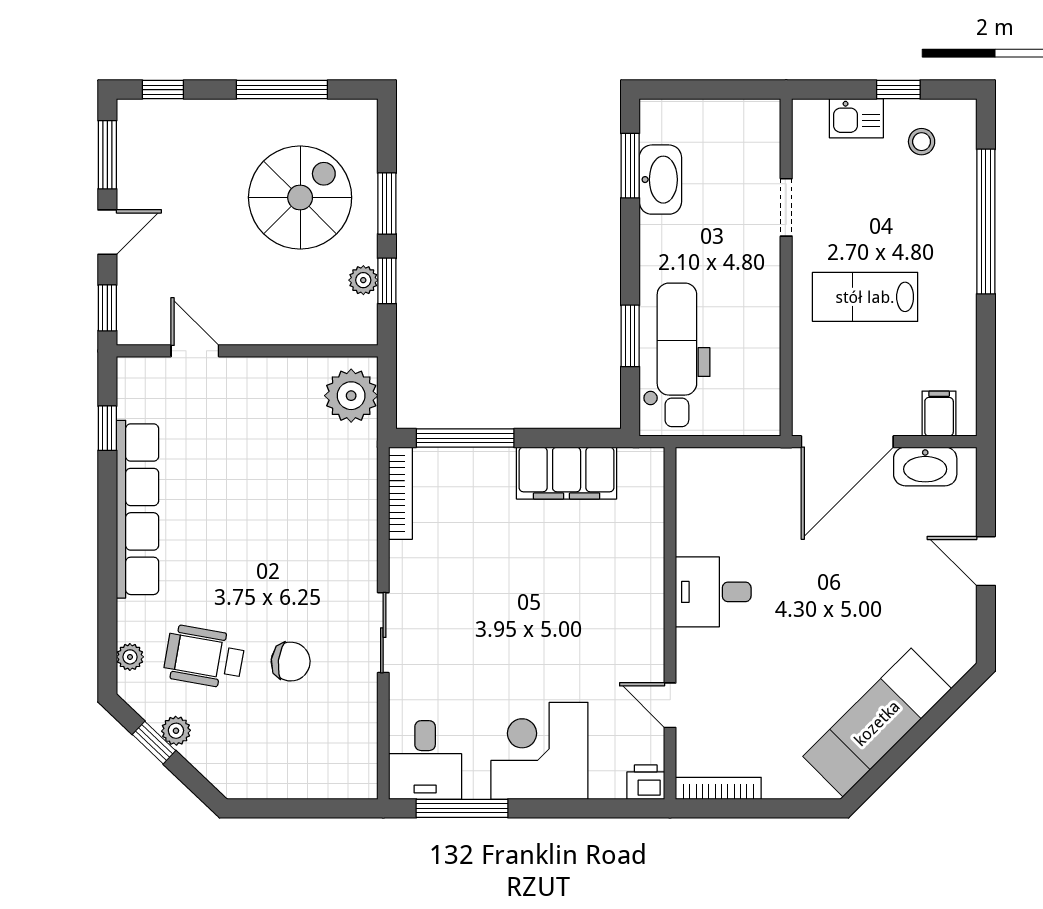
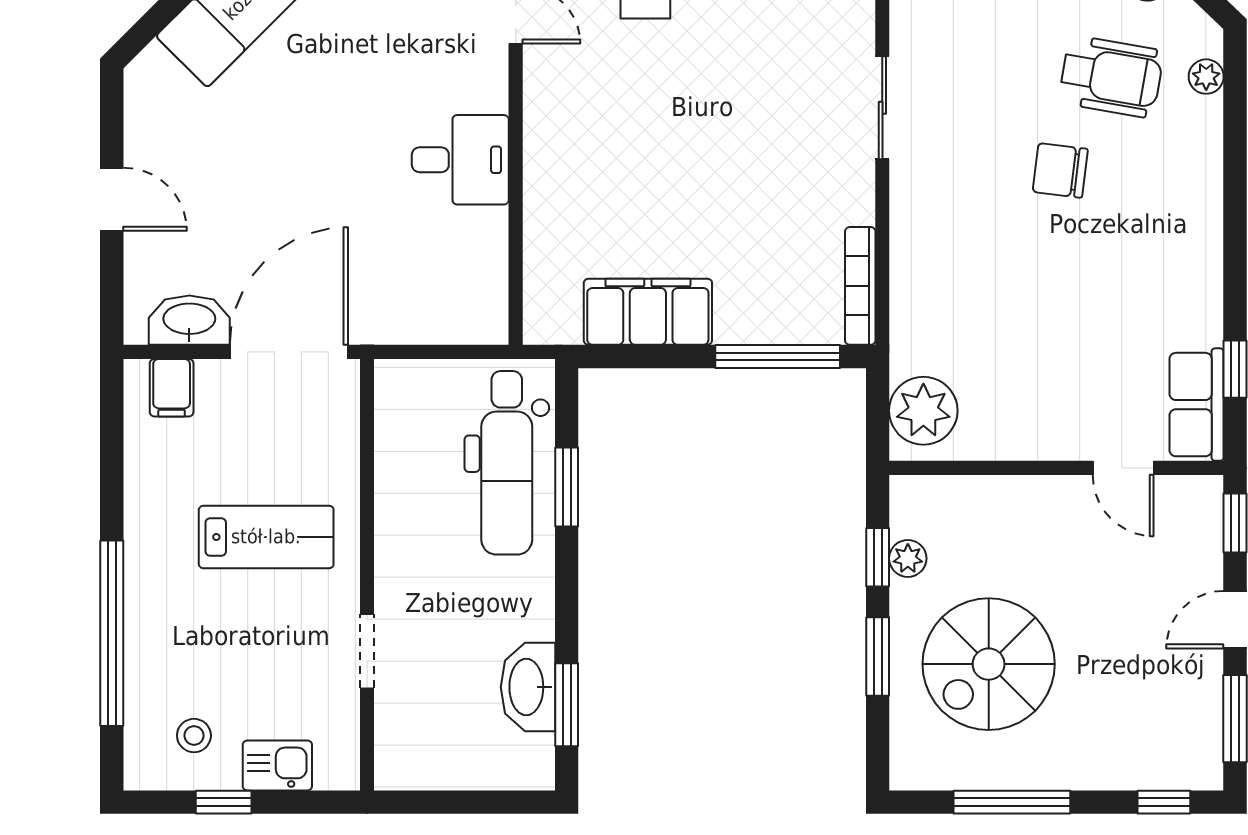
row of seats: (137, 509) -> (1197, 405), moved, width x0.50
chair: (291, 662) -> (1060, 170), moved

